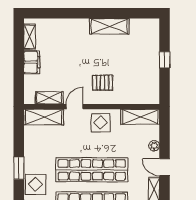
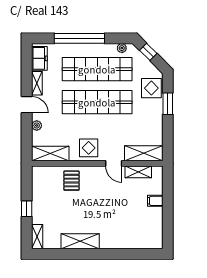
shelving: (30, 37) -> (37, 237), moved
filing cabinet: (32, 62) -> (155, 201), width x0.50
pallet: (103, 83) -> (72, 181), moved, turned 90
door: (75, 107) -> (114, 163), hinge flipped

